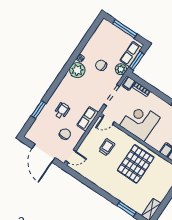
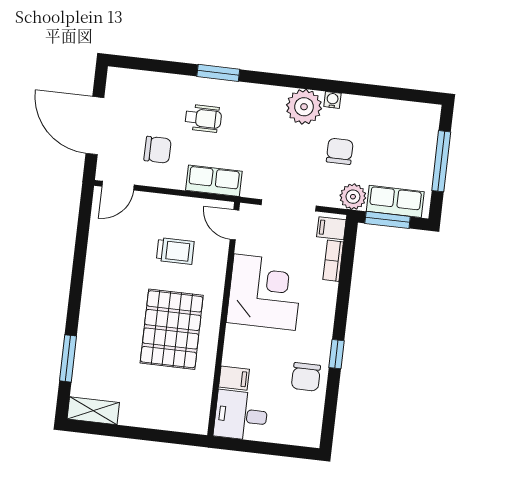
window: (39, 110) -> (218, 73), moved
door: (43, 153) -> (95, 126), hinge flipped
door: (71, 156) -> (118, 186), hinge flipped
pallet: (136, 164) -> (172, 329), turned 90

